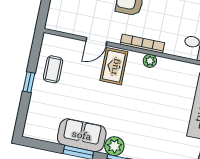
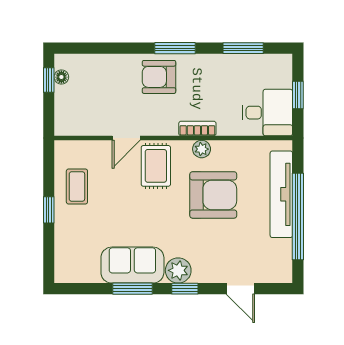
bookcase: (142, 44) -> (197, 128), width x0.64
armchair: (151, 96) -> (213, 195), added

